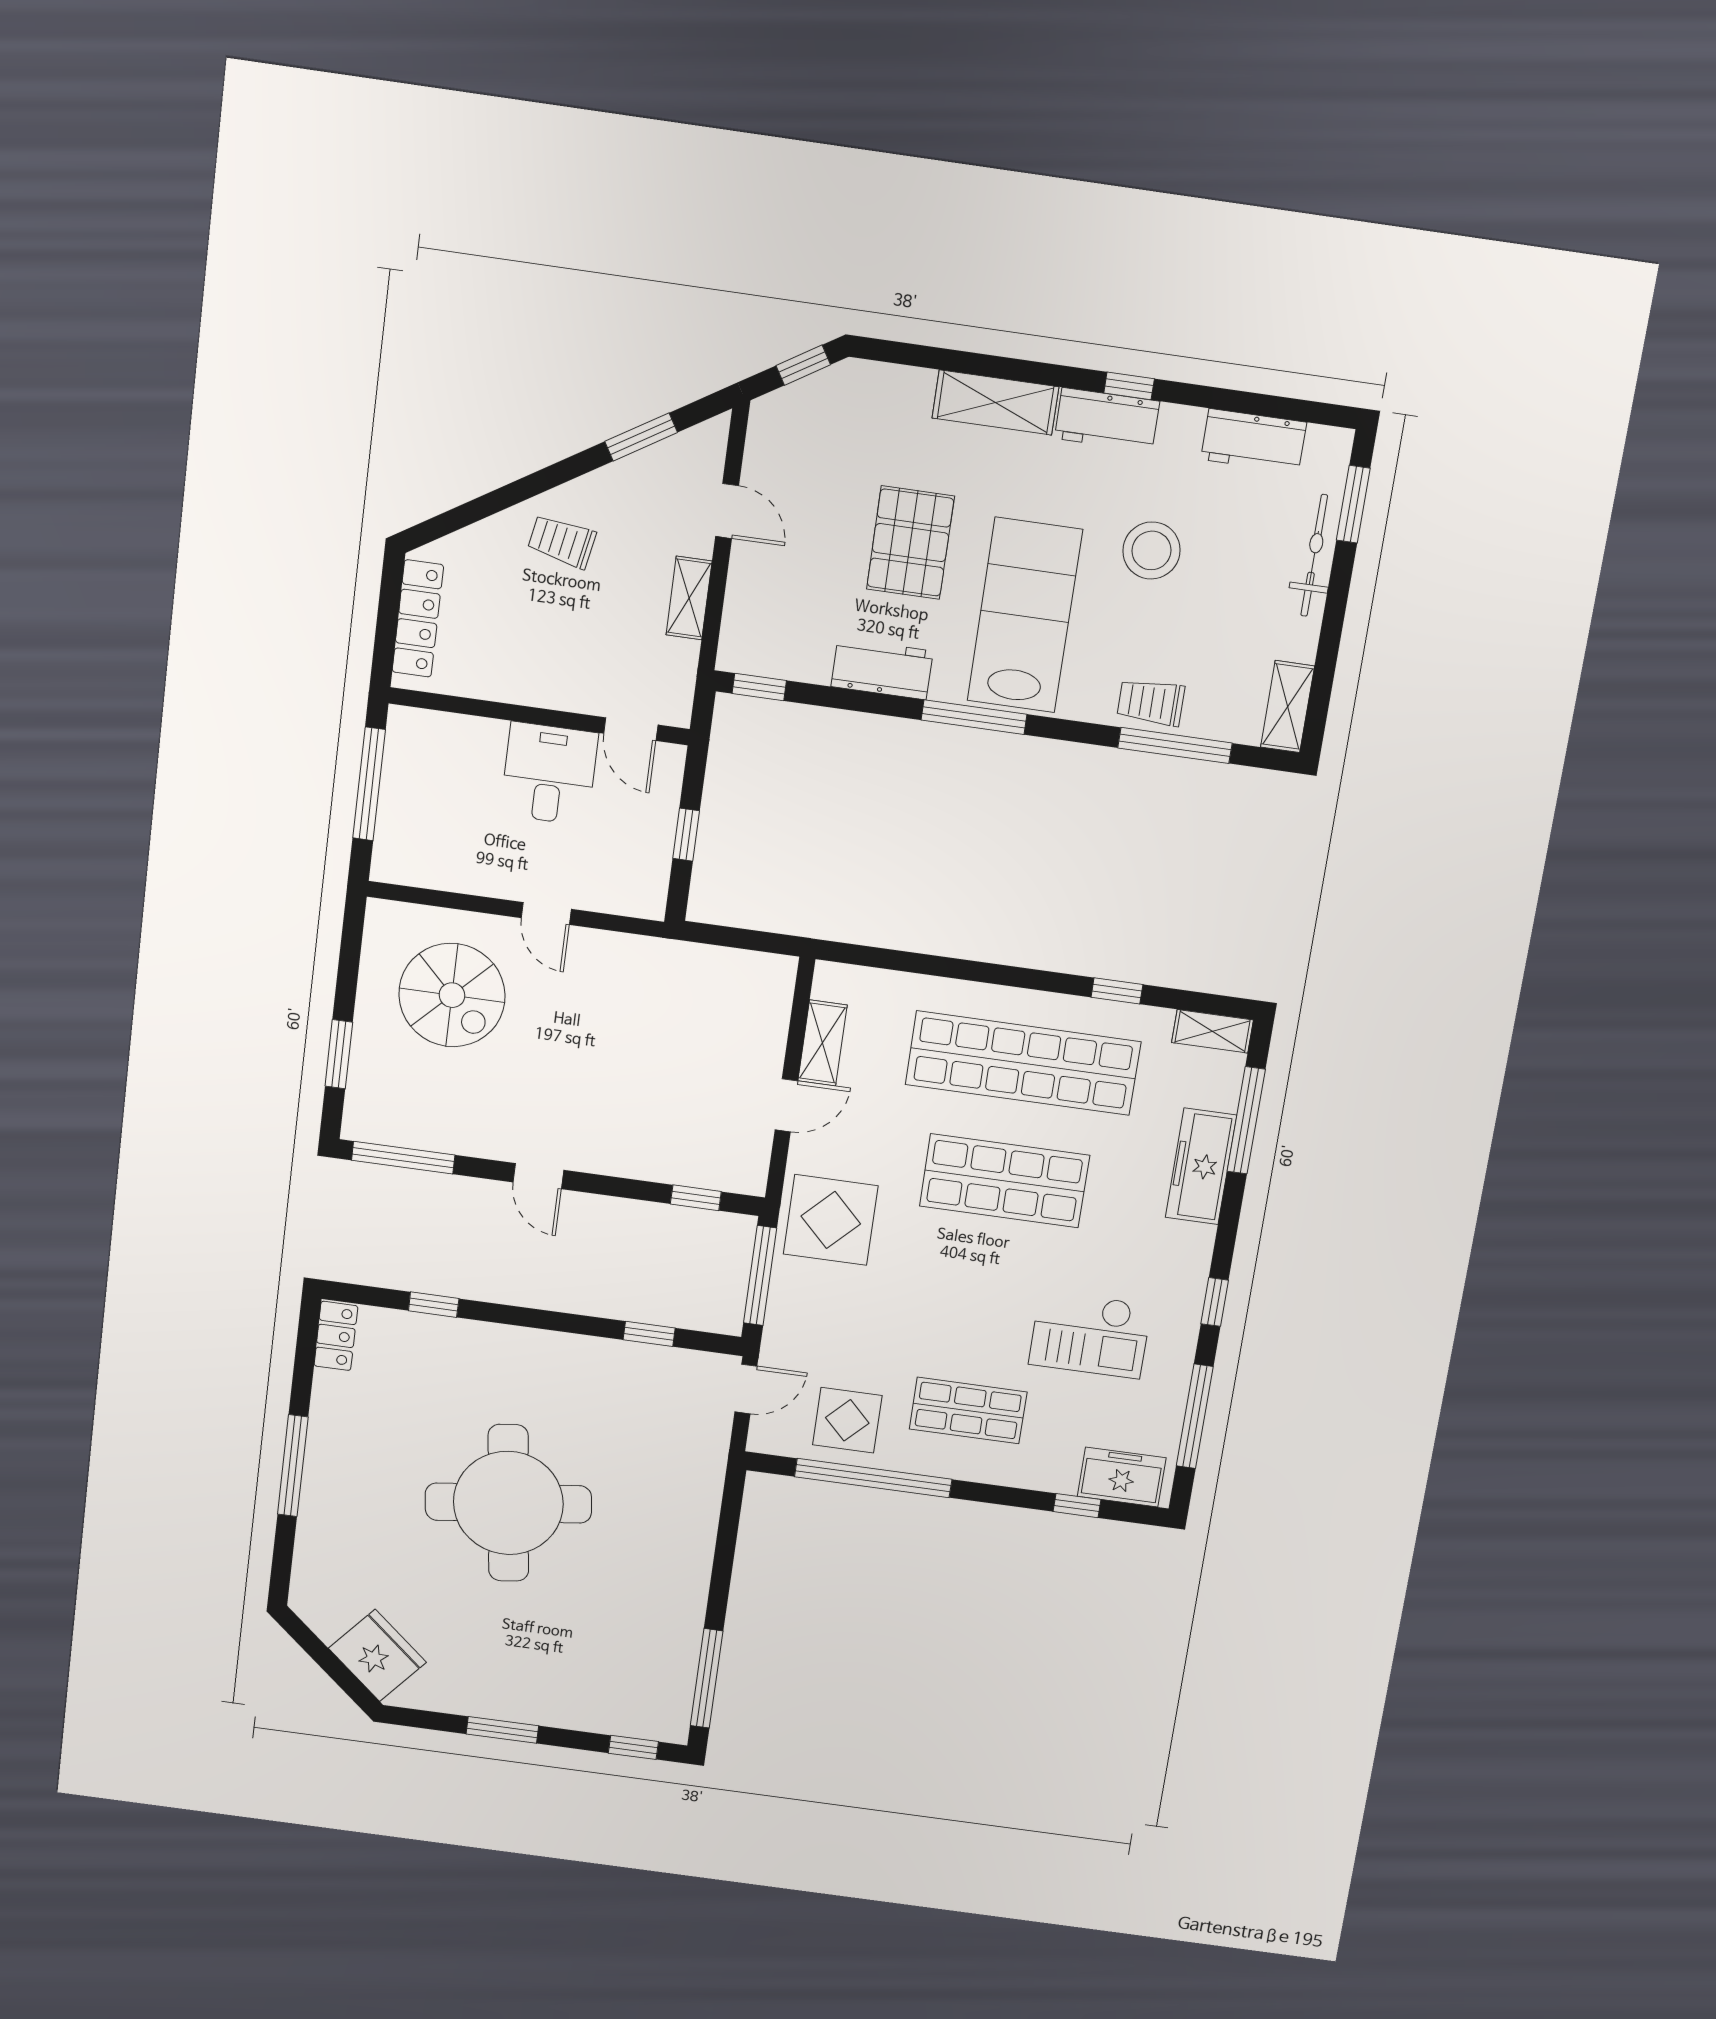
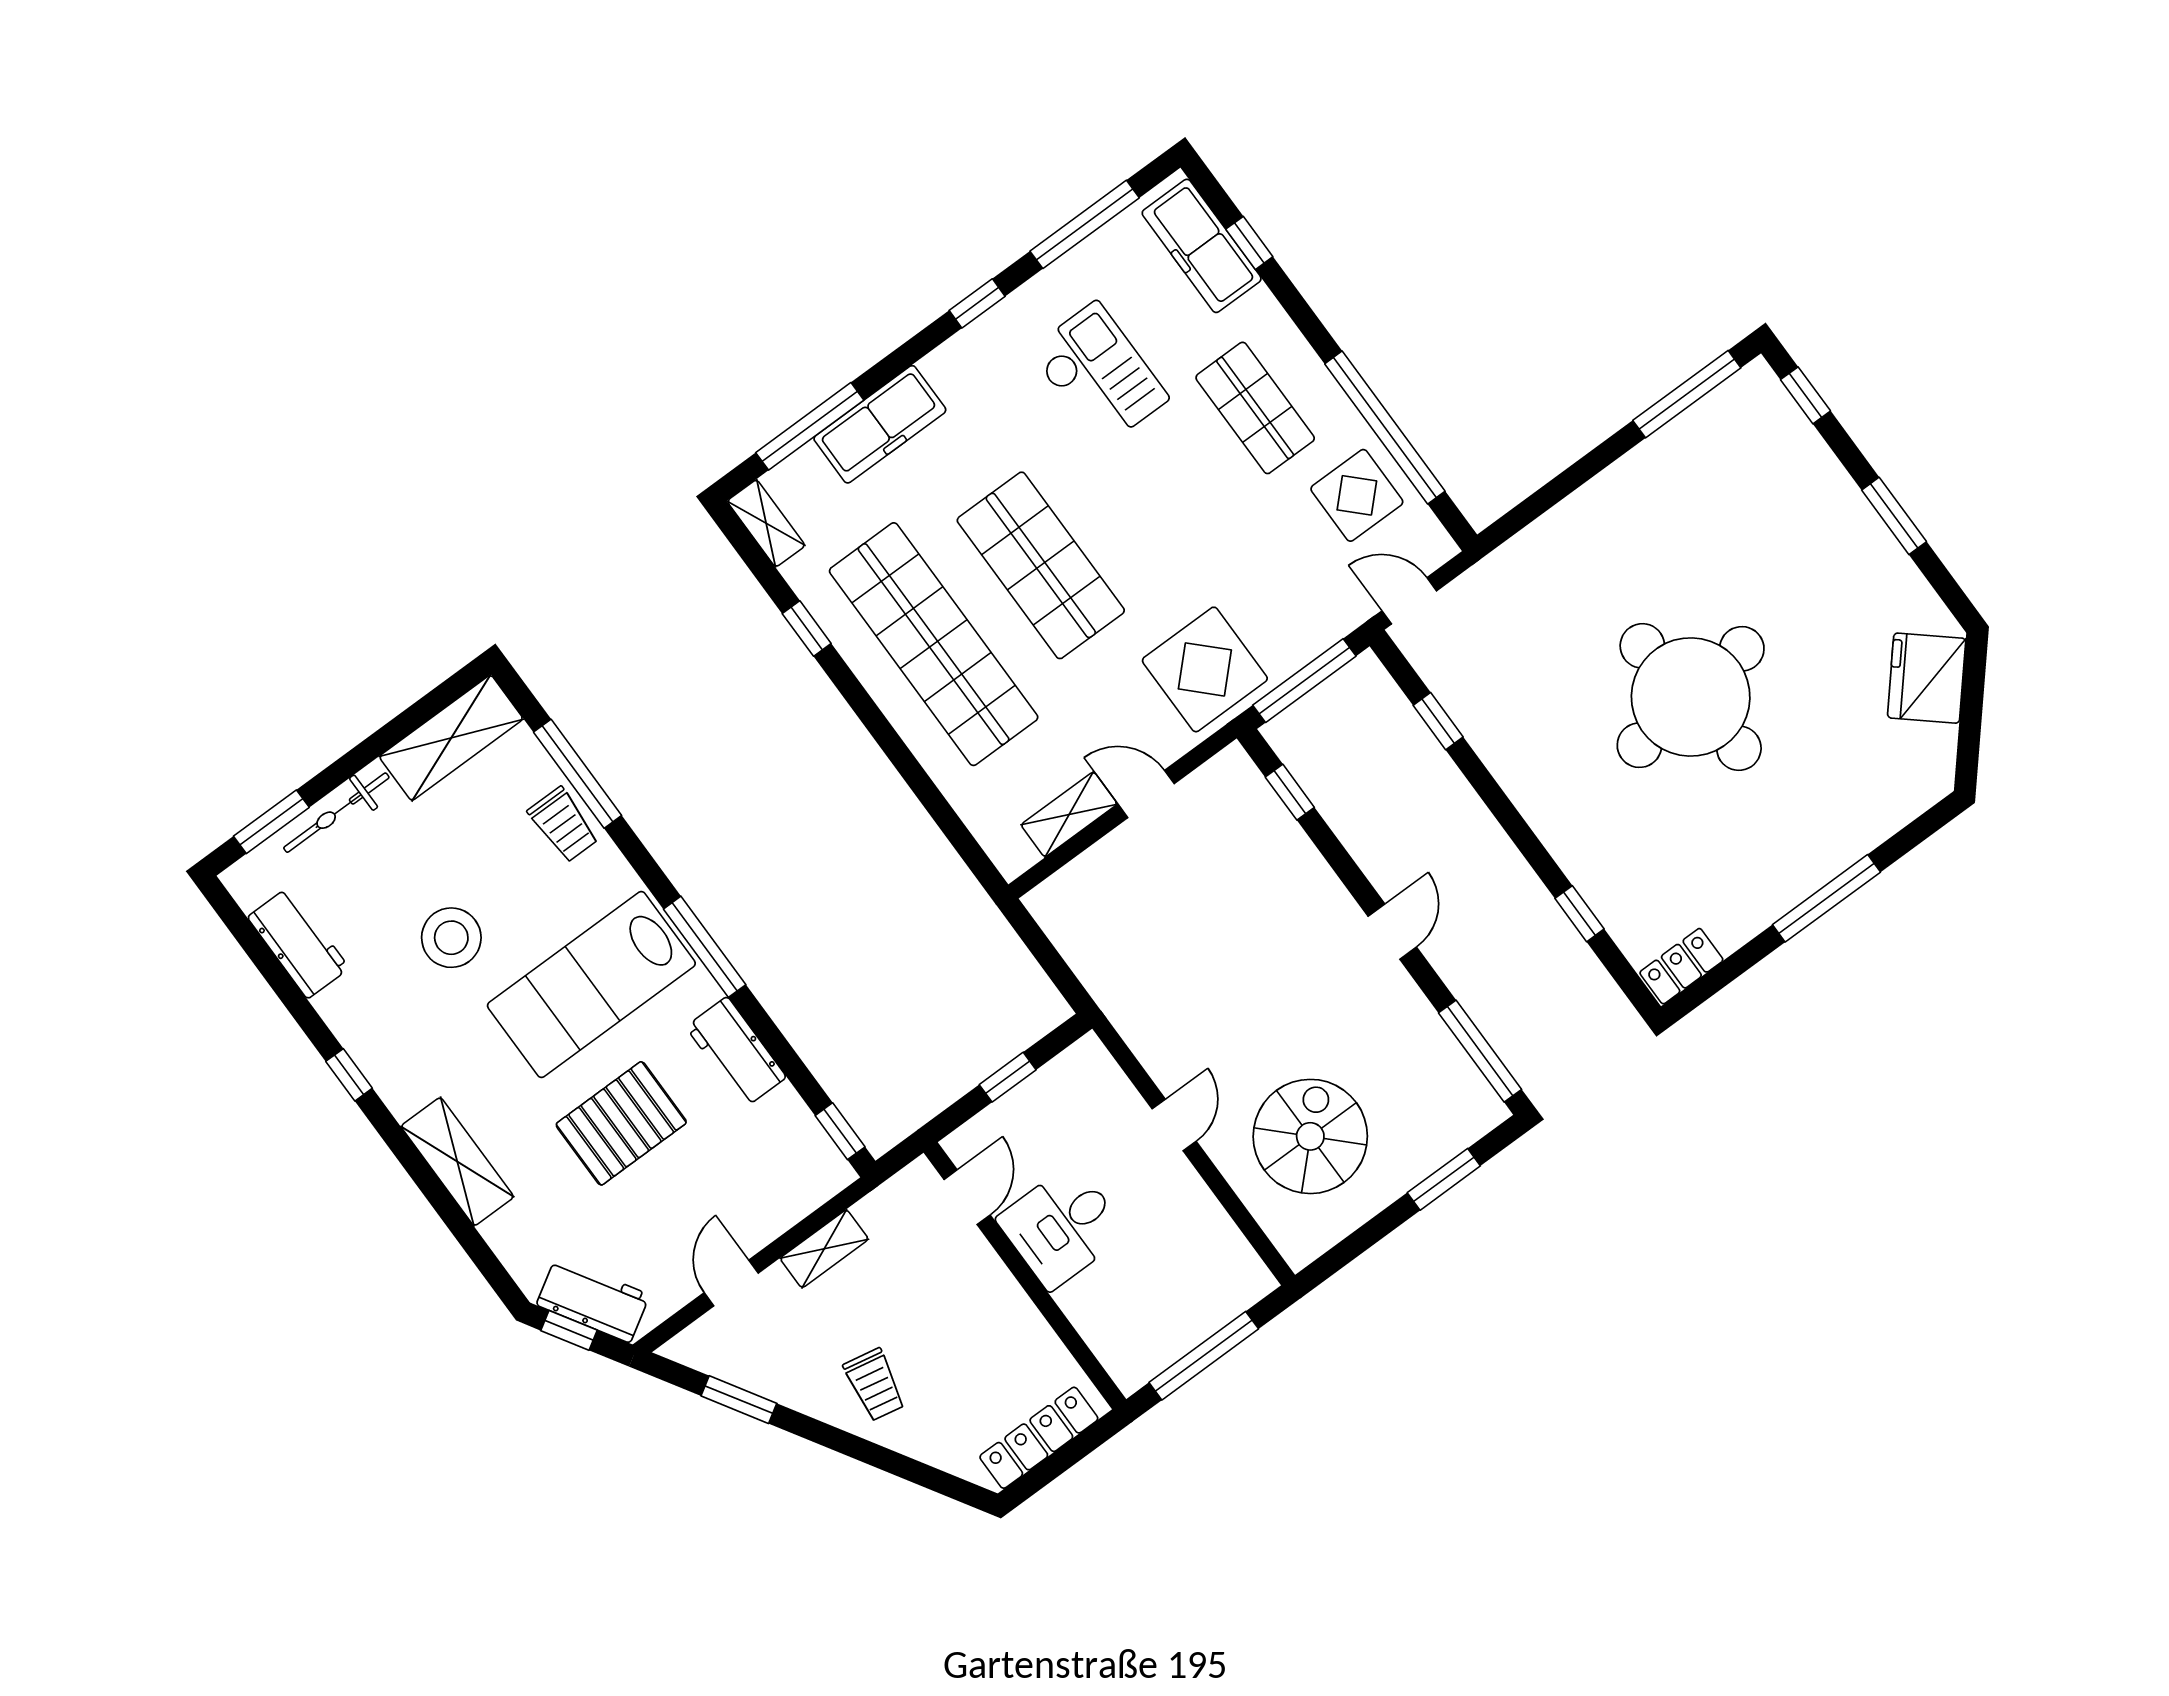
workbench: (1107, 420) -> (593, 1300), moved, turned -32
shelving: (1288, 707) -> (451, 738), width x1.50, depth x1.33
freezer: (1122, 1477) -> (1202, 246), width x1.40

